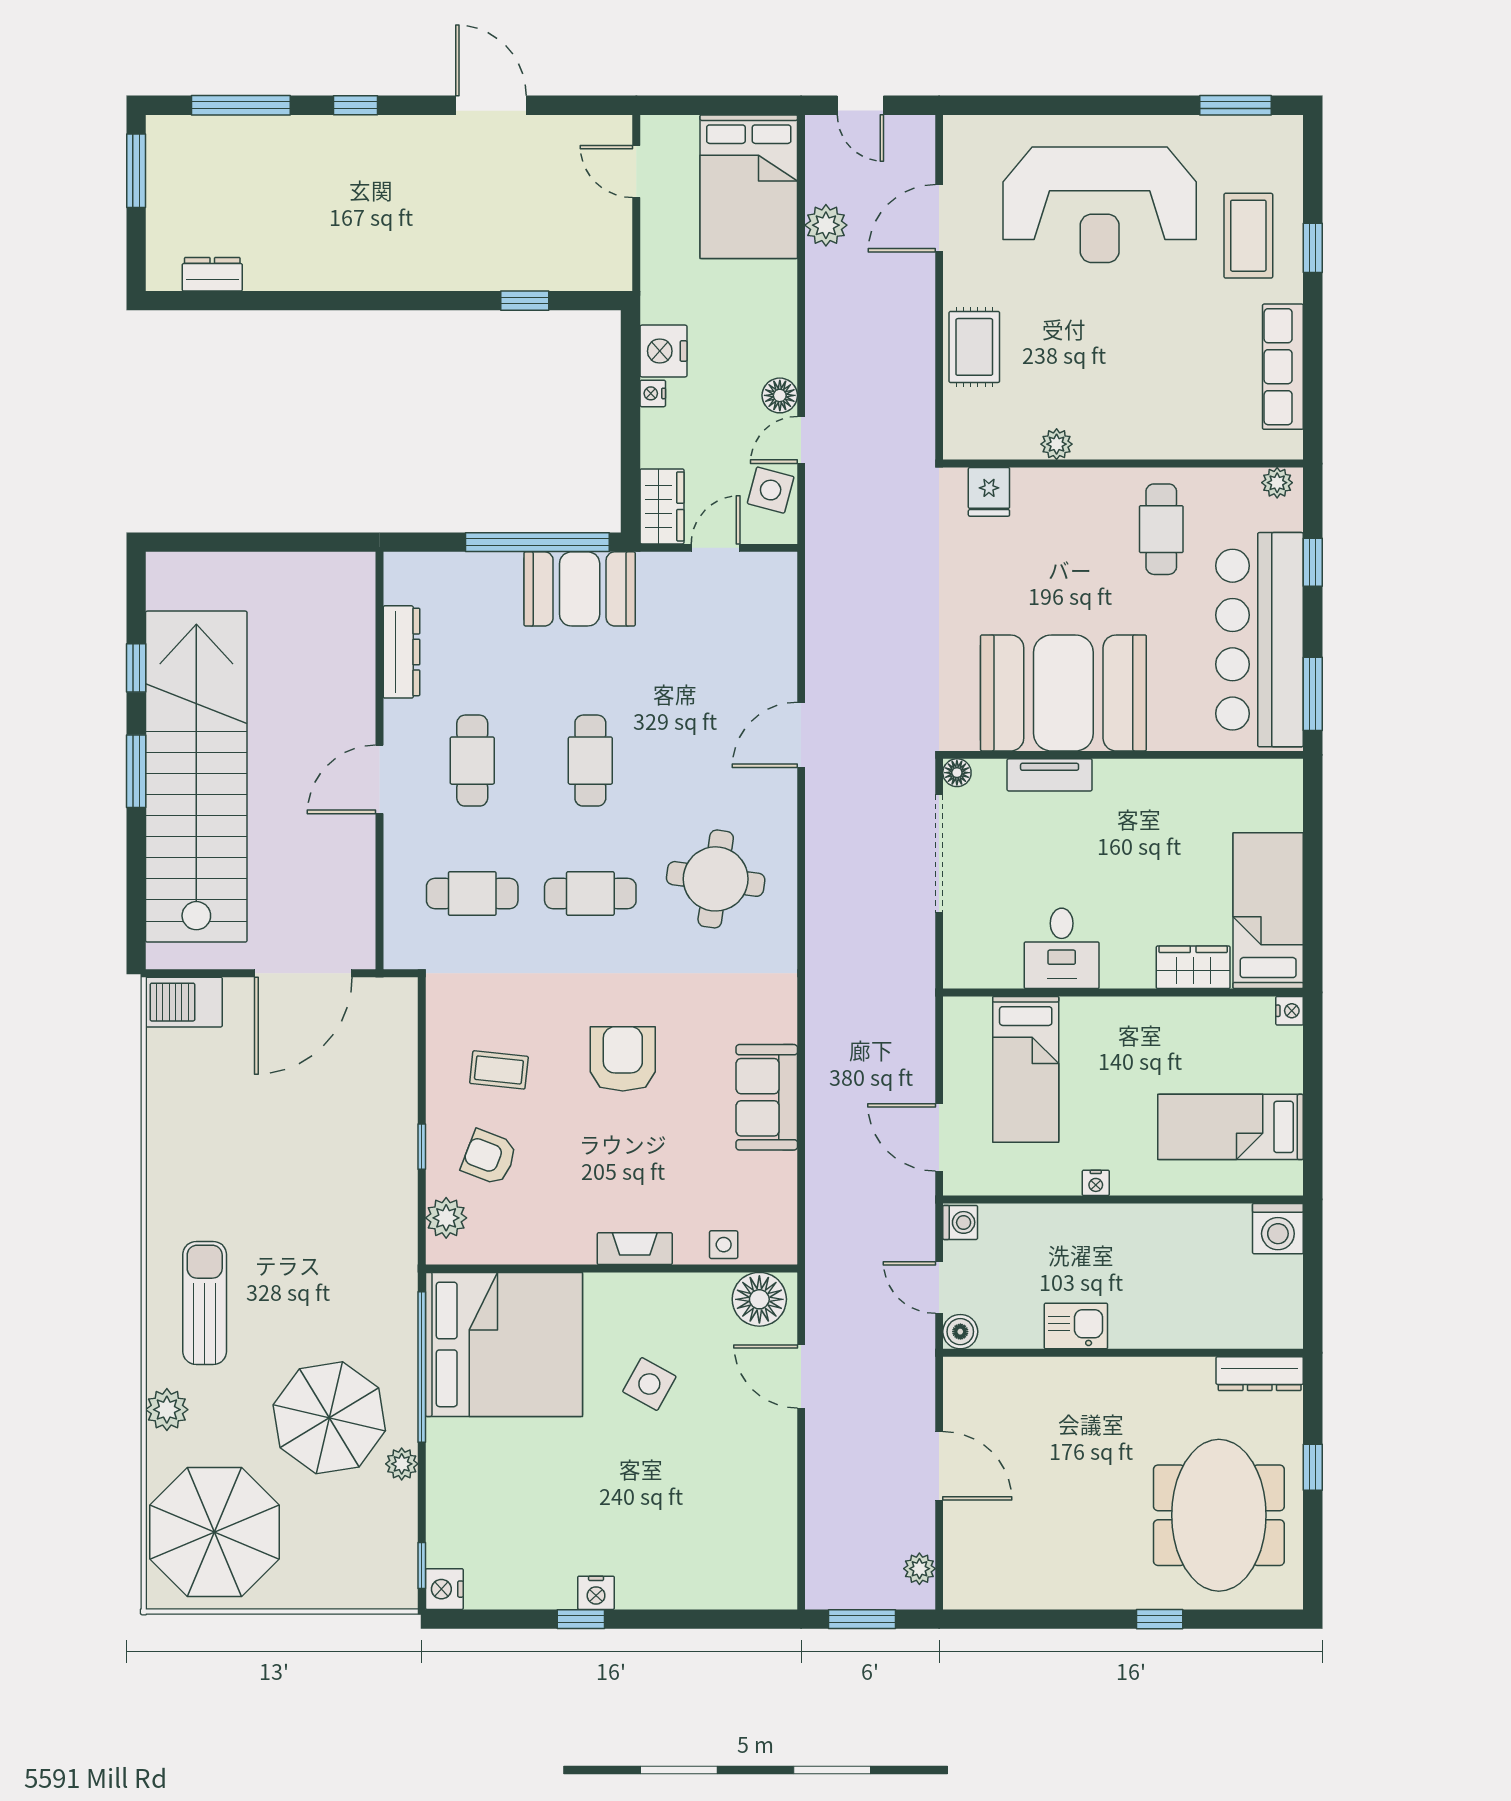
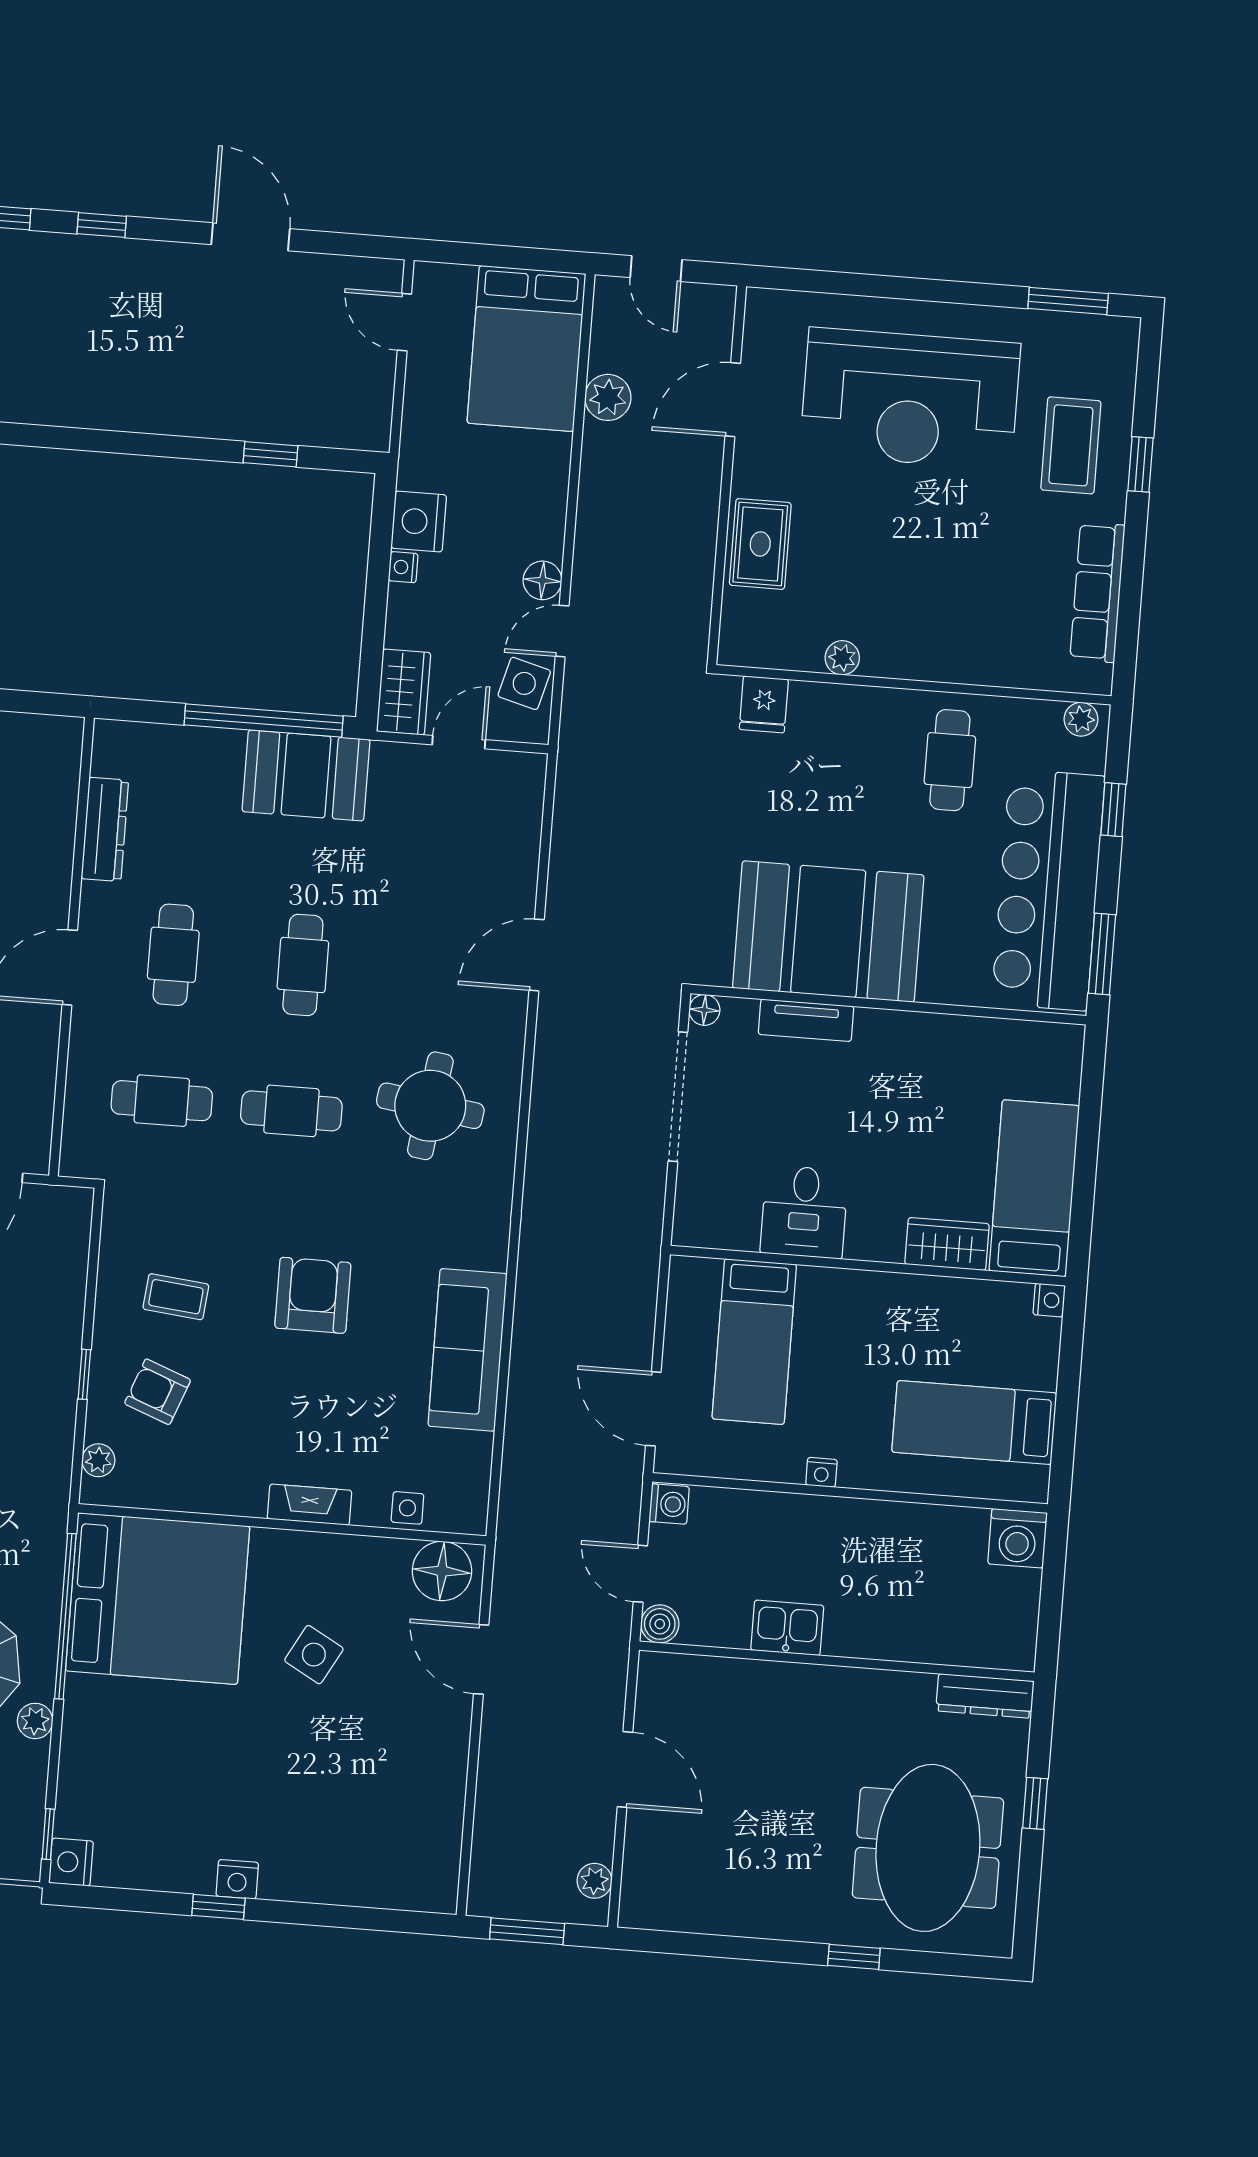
sofa: (767, 1097) -> (468, 1350), width x1.36
plant: (446, 1218) -> (98, 1460), width x0.73, depth x0.73

